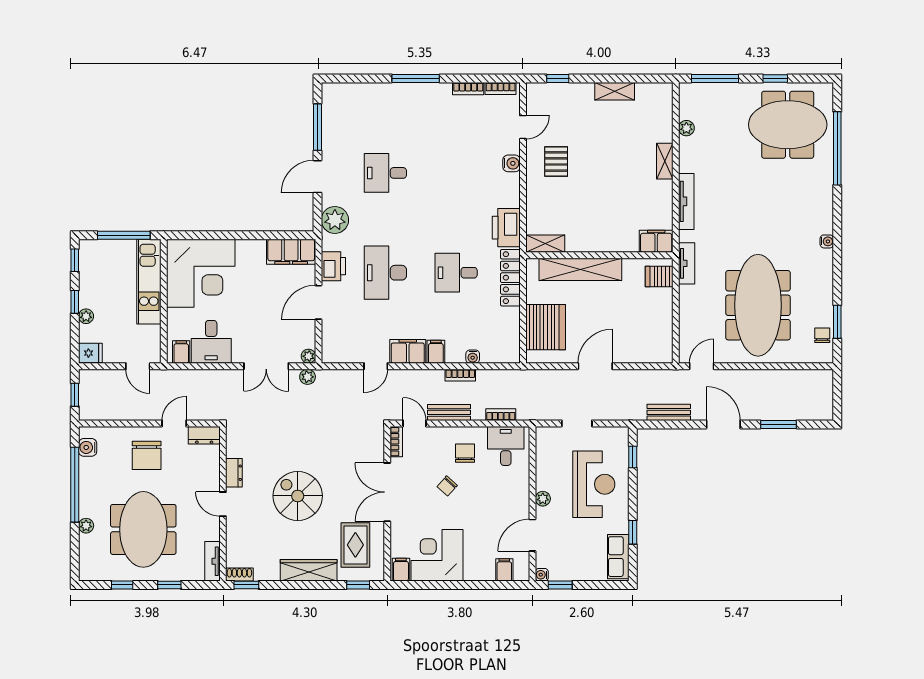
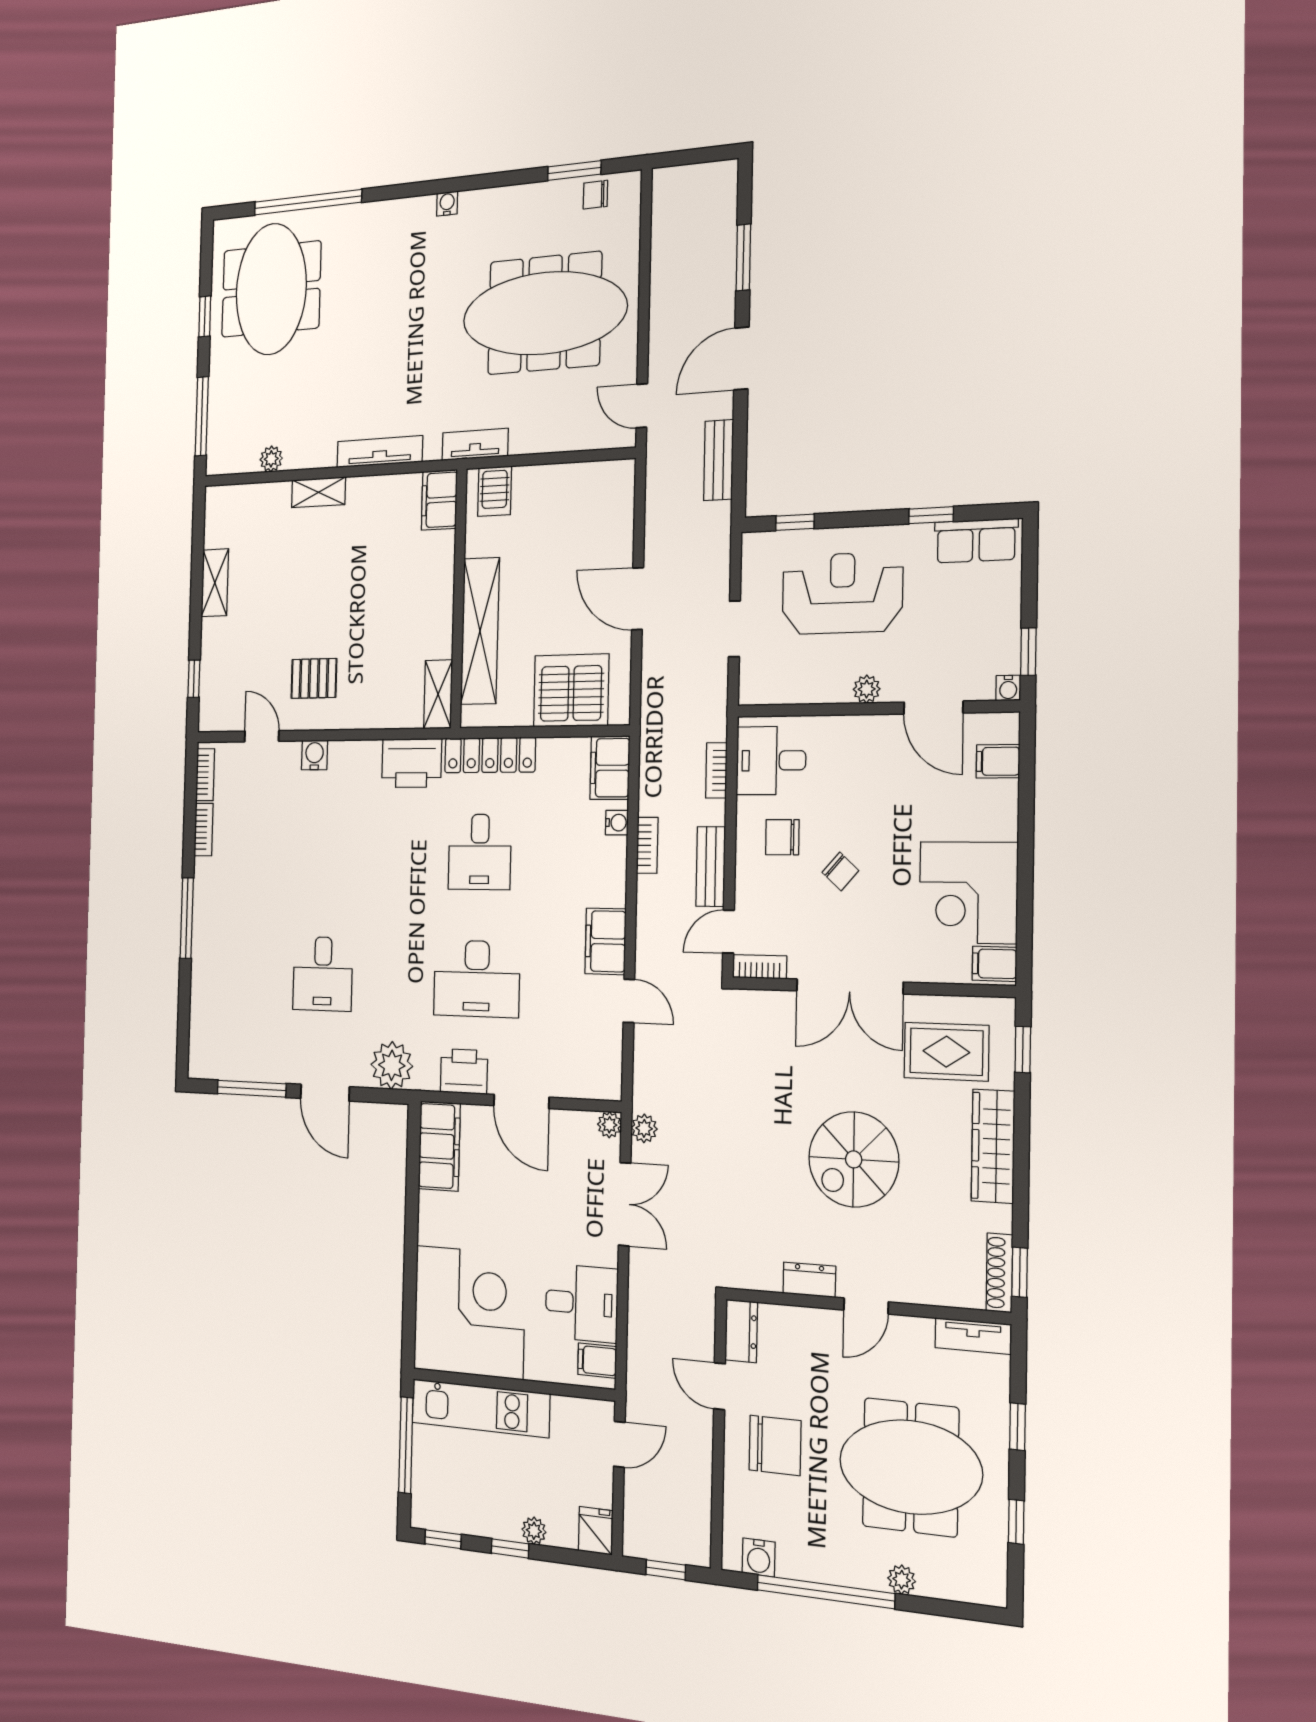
filing cabinet: (436, 352) -> (610, 768), moved, width x2.00
shoe rack: (239, 575) -> (999, 1273), width x1.43

